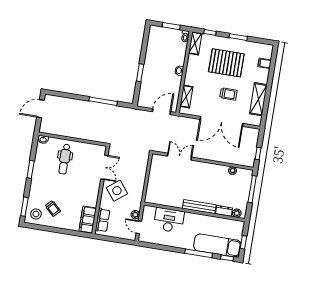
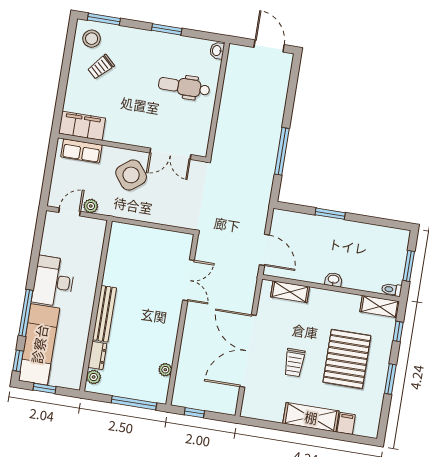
shelving: (258, 99) -> (311, 417), moved
desk: (169, 220) -> (54, 281), moved, turned 180

